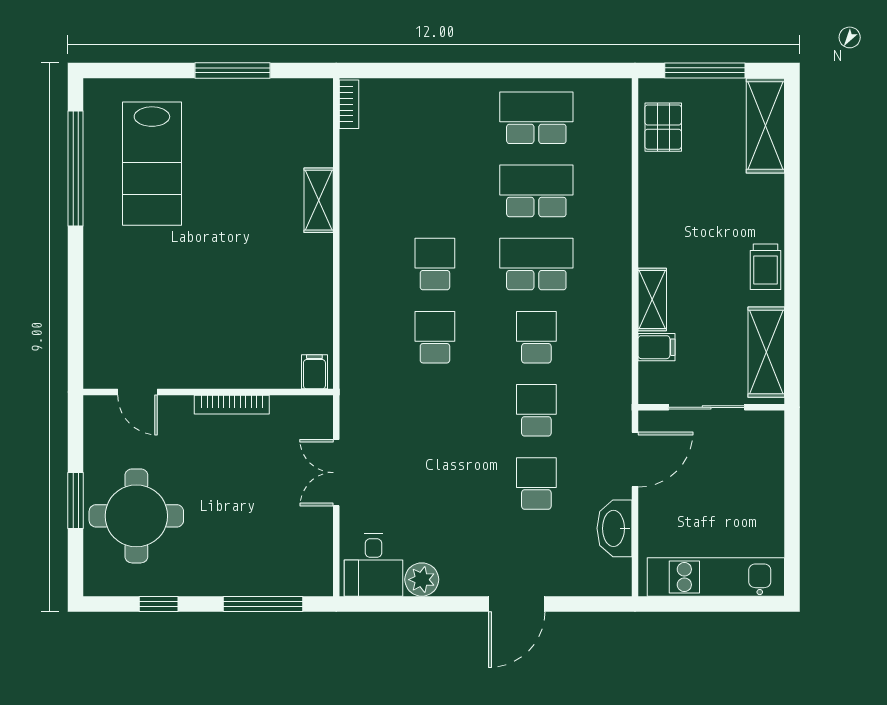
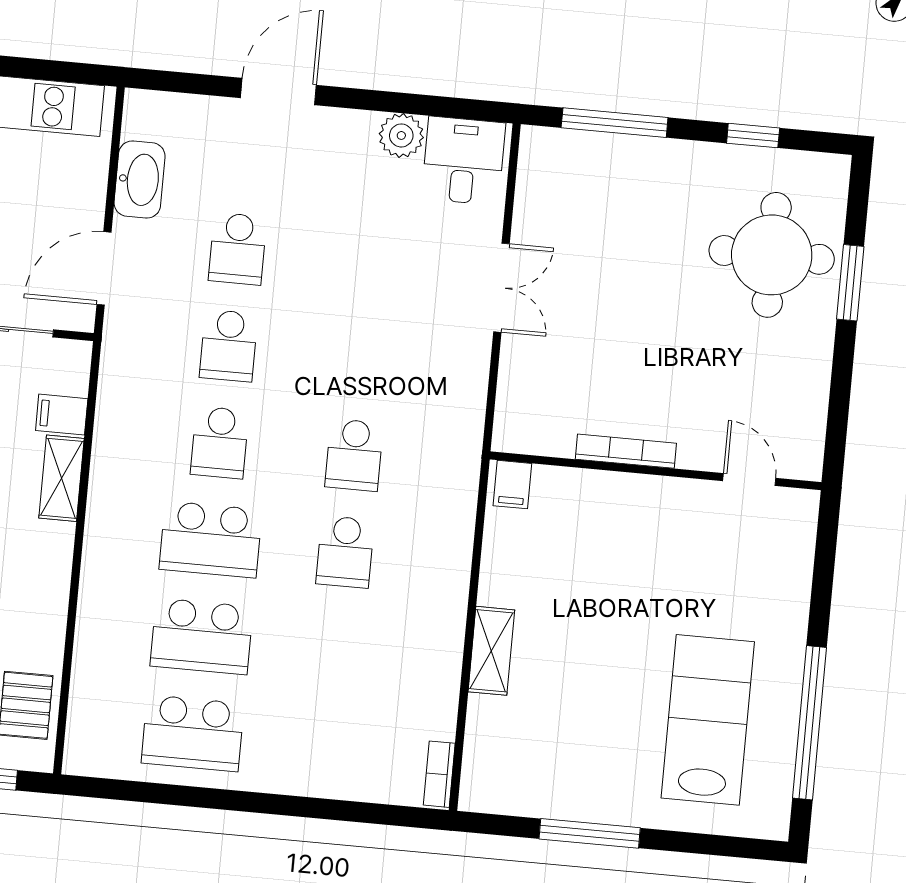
filing cabinet: (314, 372) -> (512, 485), moved
door: (137, 392) -> (749, 479), moved
wall: (208, 392) -> (656, 471), moved
bookcase: (232, 405) -> (626, 451), moved

